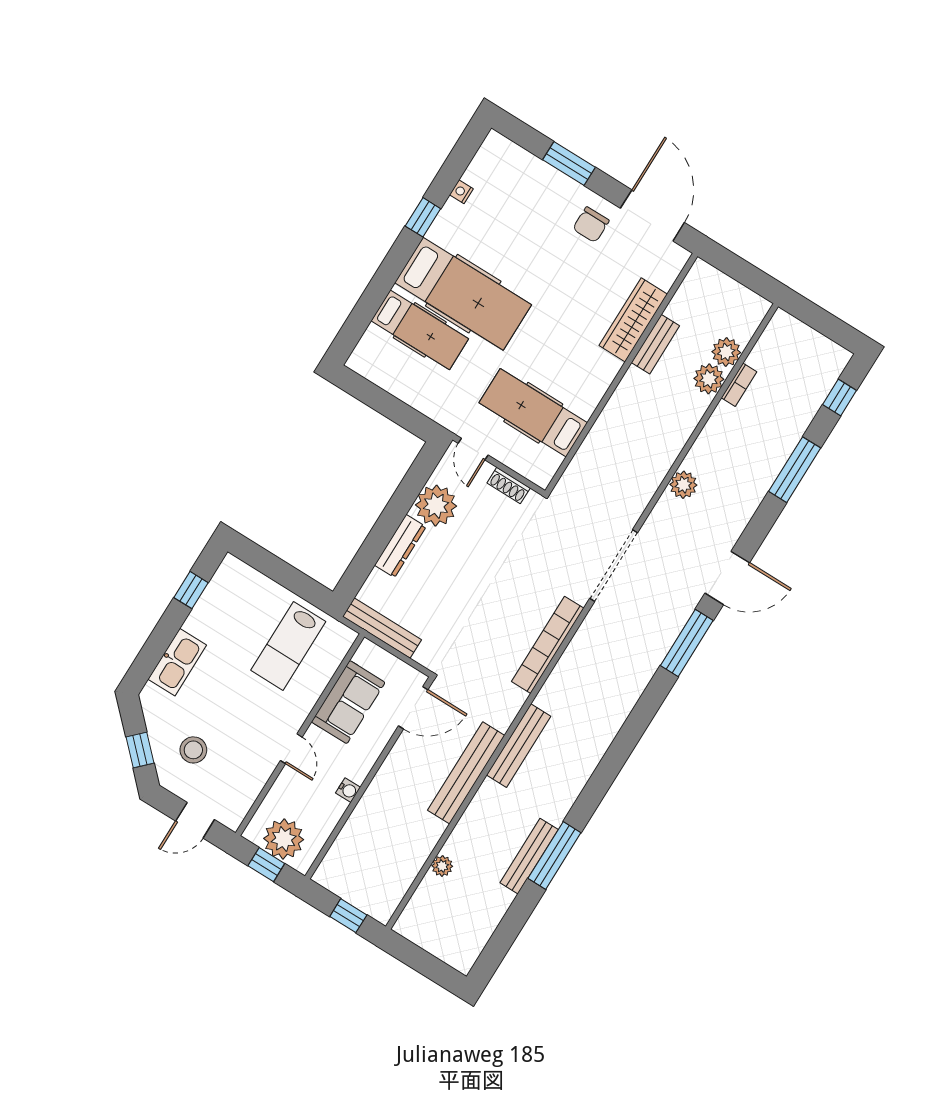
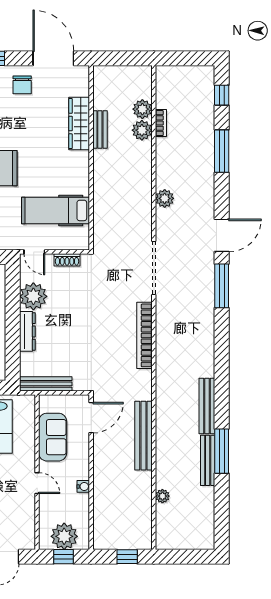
bench: (519, 746) -> (207, 406), moved

